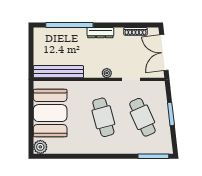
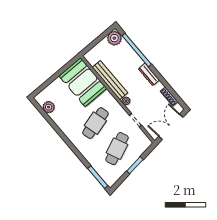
plant: (42, 36) -> (114, 38), added
bench: (58, 72) -> (110, 80), moved
booth: (50, 113) -> (83, 82), moved, turned 90
plant: (40, 147) -> (49, 107), moved

